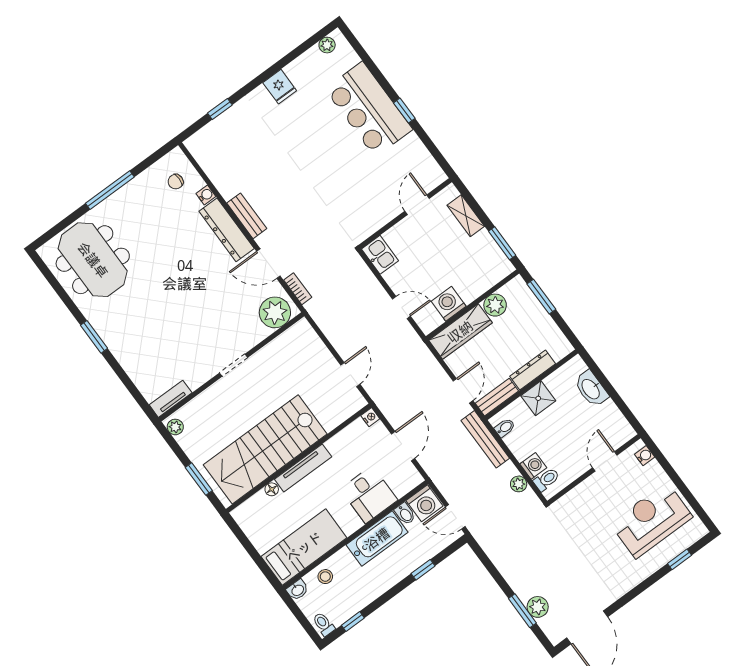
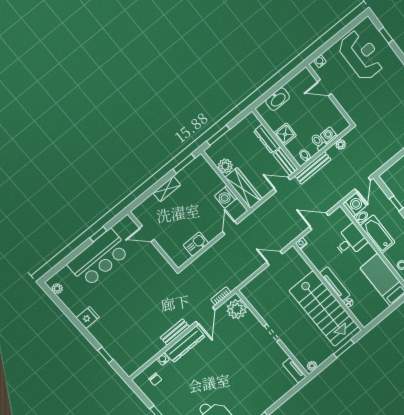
door: (417, 205) -> (147, 234), moved
wall: (405, 214) -> (153, 241), moved
toilet: (546, 479) -> (318, 142), moved
reception desk: (651, 520) -> (361, 55), turned 180

